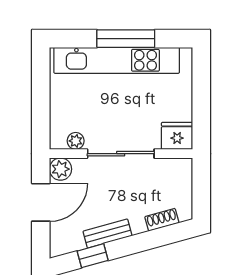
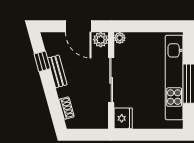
plant: (76, 141) -> (120, 38), moved

